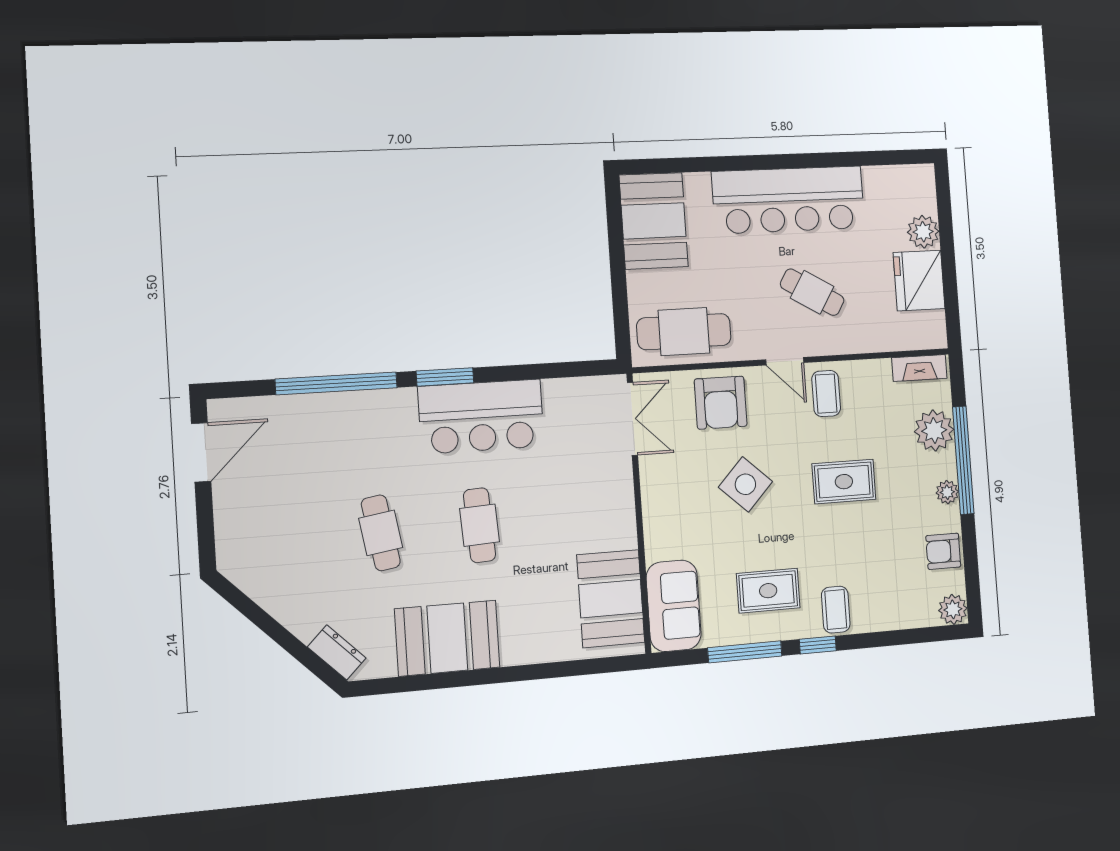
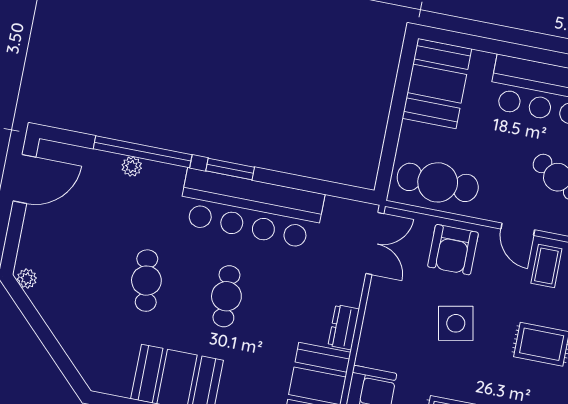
plant: (328, 404) -> (132, 167), added
bar counter: (481, 416) -> (251, 209), width x1.36
side table: (745, 484) -> (456, 323), turned 36
plant: (235, 570) -> (27, 279), added
dresser: (337, 652) -> (344, 327), moved, turned -135

